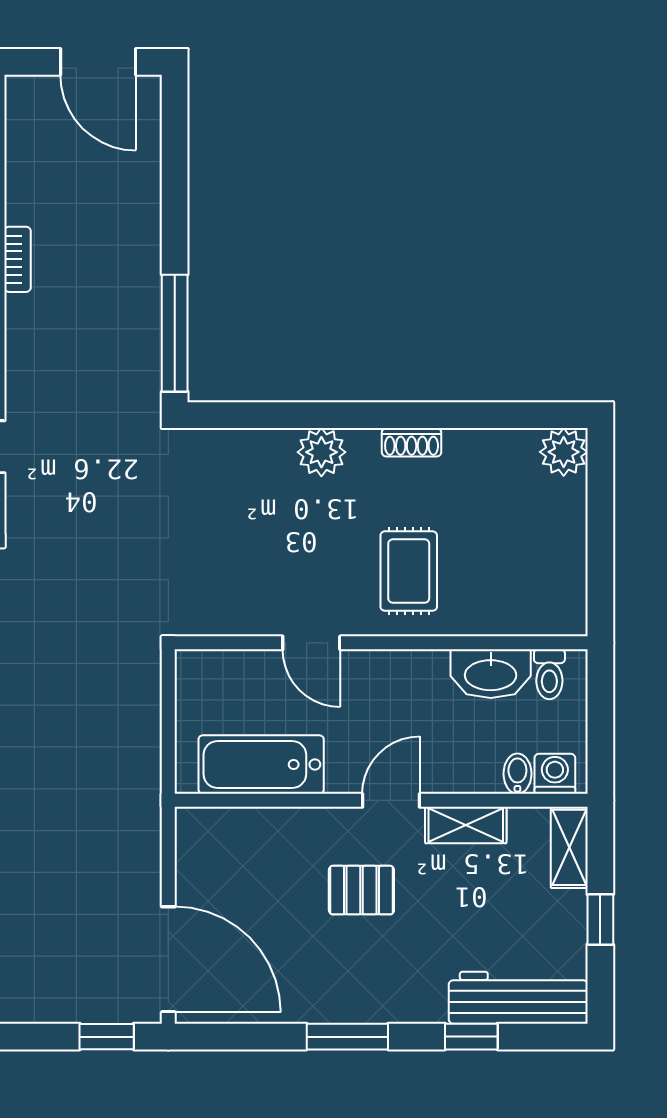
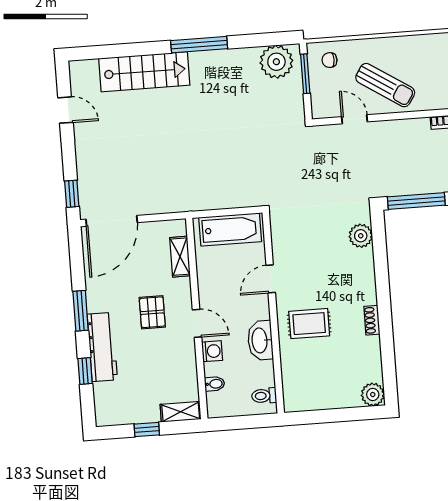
plant: (321, 452) -> (361, 236), moved
washbasin: (491, 674) -> (260, 340), moved
bathtub: (261, 764) -> (230, 229), moved, turned 90
washing machine: (555, 774) -> (212, 351), moved
shelving: (466, 825) -> (180, 257), moved
workbench: (518, 998) -> (102, 347), moved

